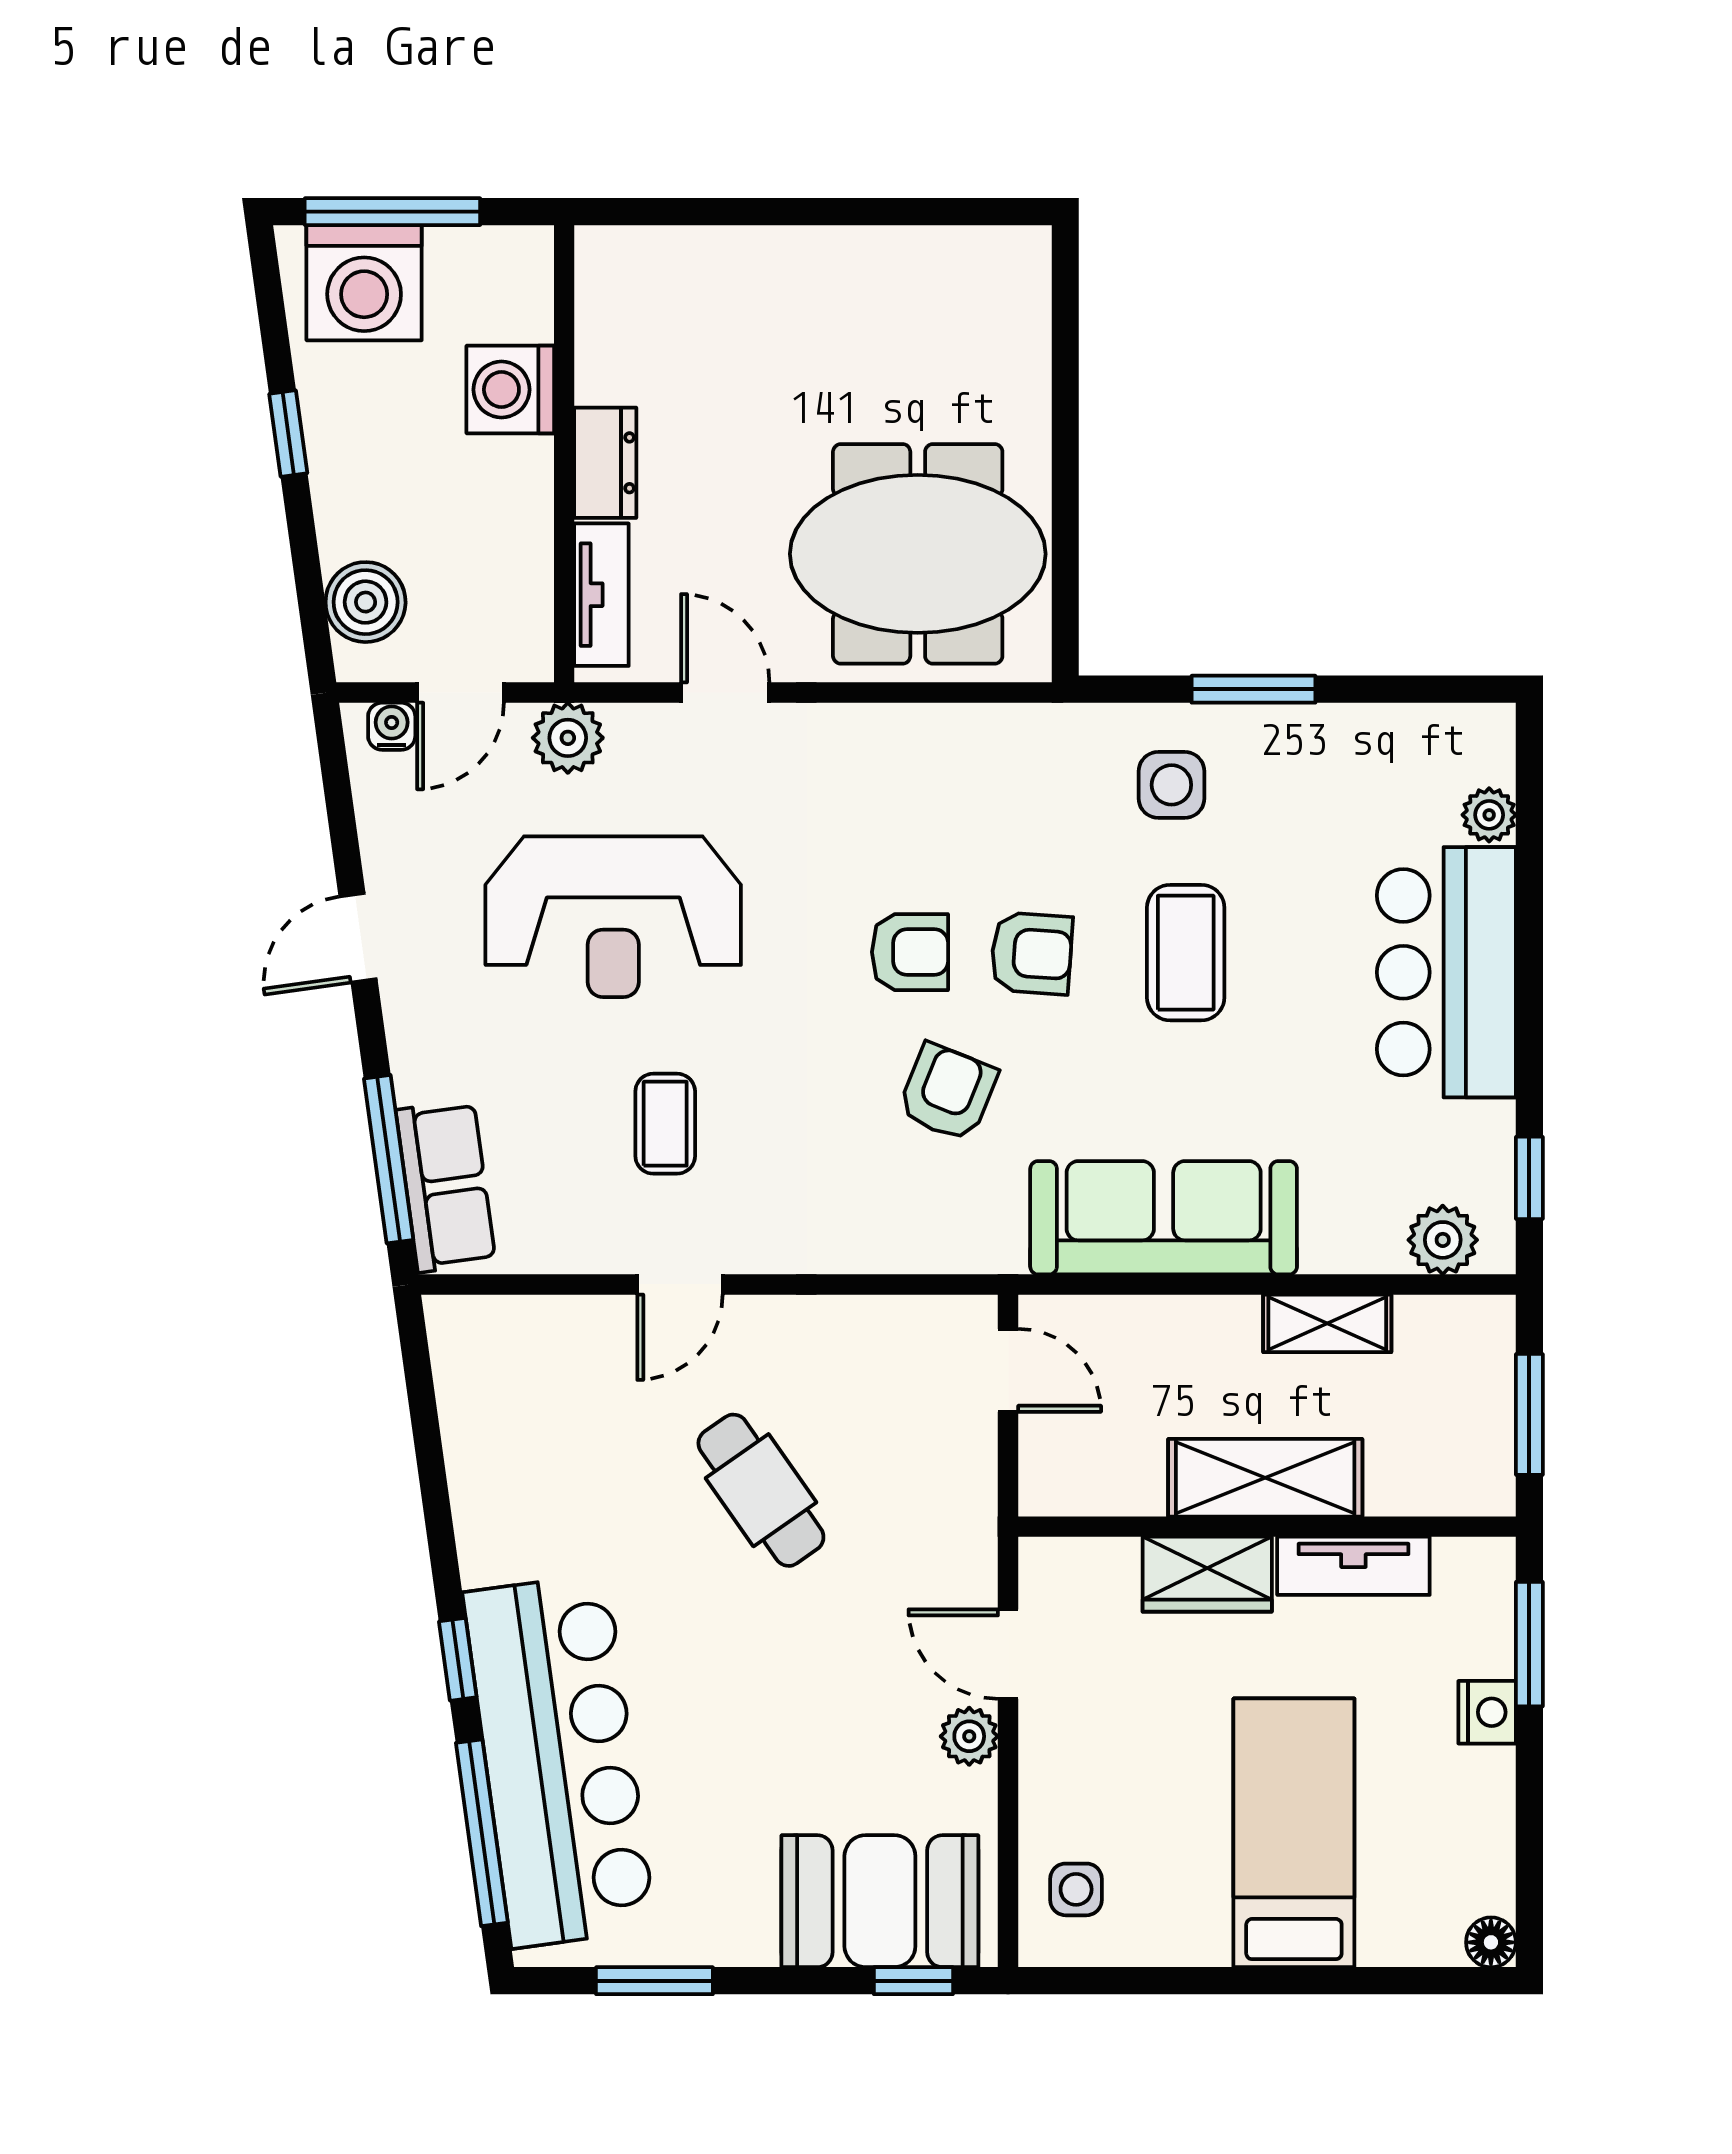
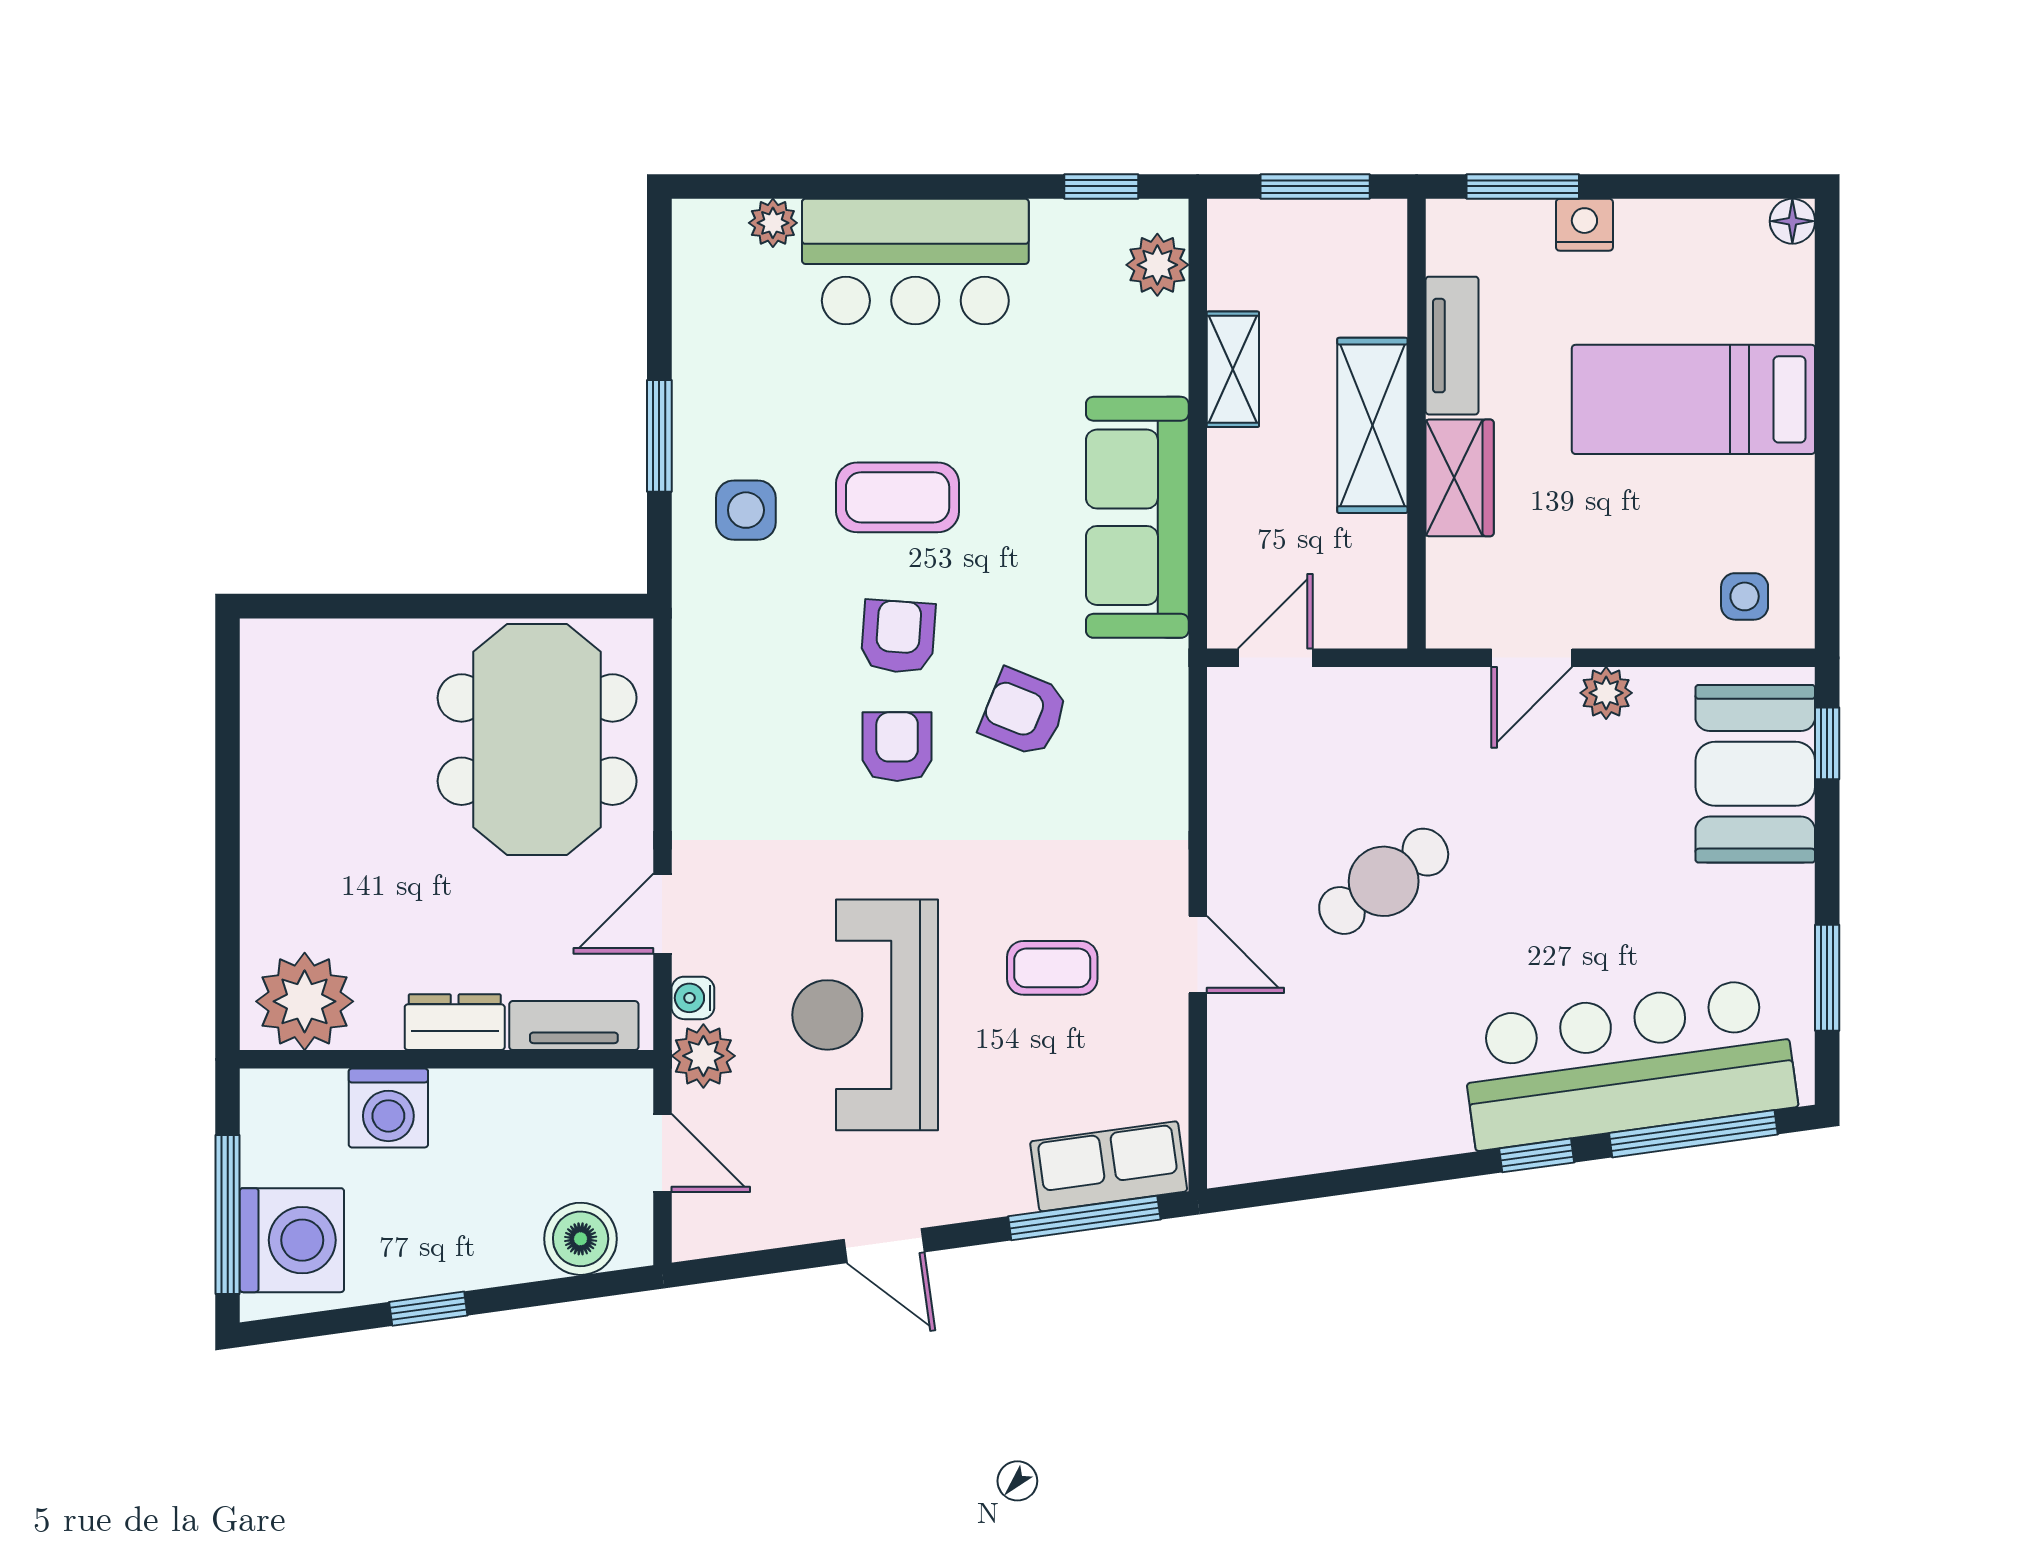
plant: (628, 297) -> (305, 1001), added
water cooler: (392, 726) -> (693, 998), moved
reception desk: (613, 917) -> (865, 1015), turned 180

